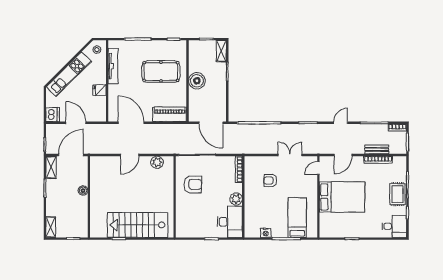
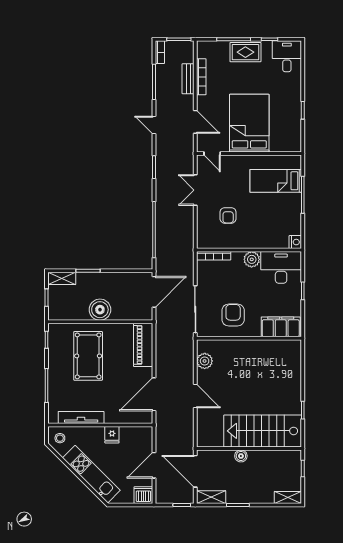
filing cabinet: (184, 221) -> (281, 327), added
stairs: (138, 225) -> (263, 431), moved, turned 90
nightstand: (266, 233) -> (295, 242), moved

